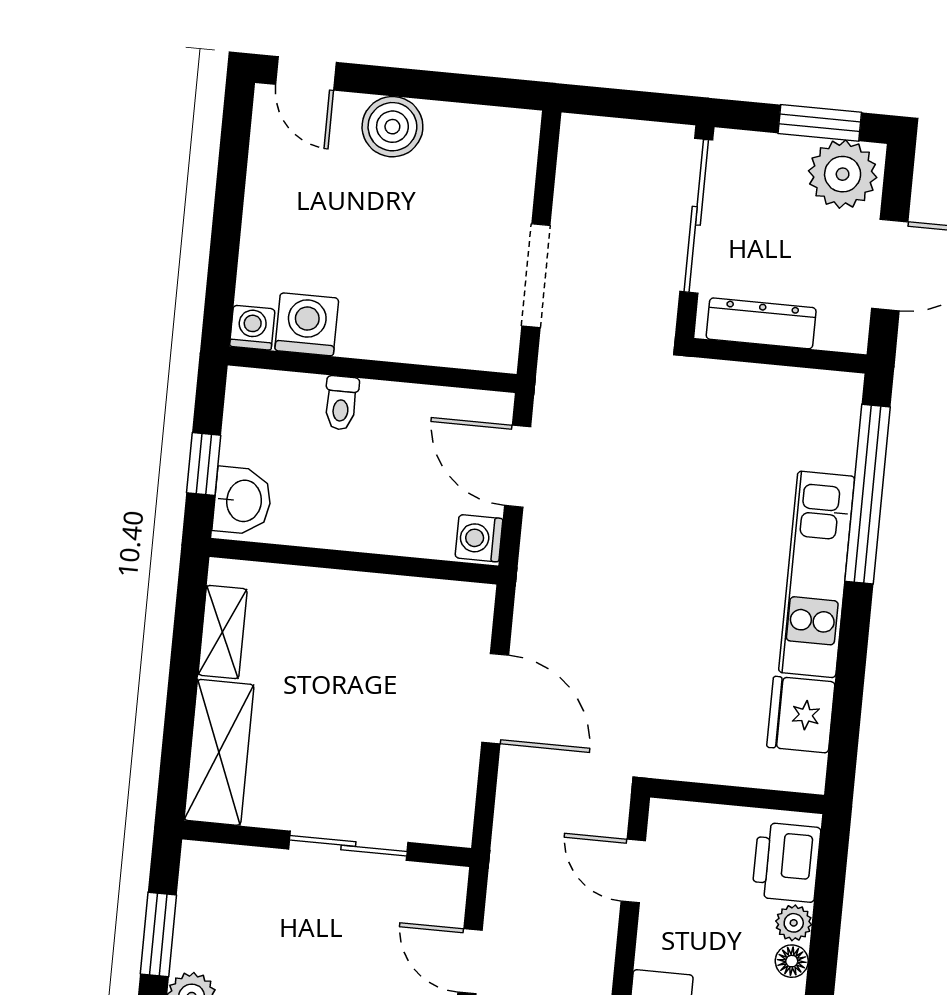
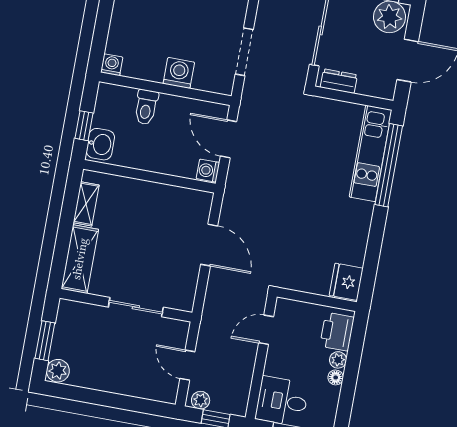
dresser: (761, 323) -> (339, 81), width x0.70
washing machine: (307, 324) -> (179, 73), moved
toilet: (341, 403) -> (146, 107), width x1.37, depth x1.39
kitchen unit: (817, 574) -> (371, 153), moved
fridge: (801, 715) -> (346, 282), moved
door: (633, 871) -> (266, 330), hinge flipped

